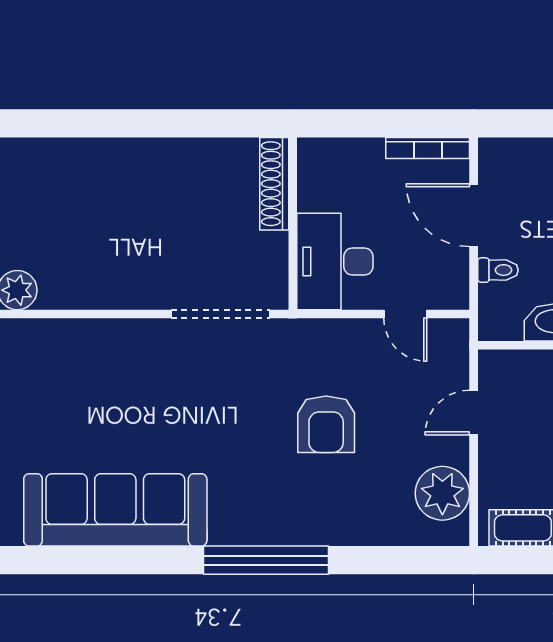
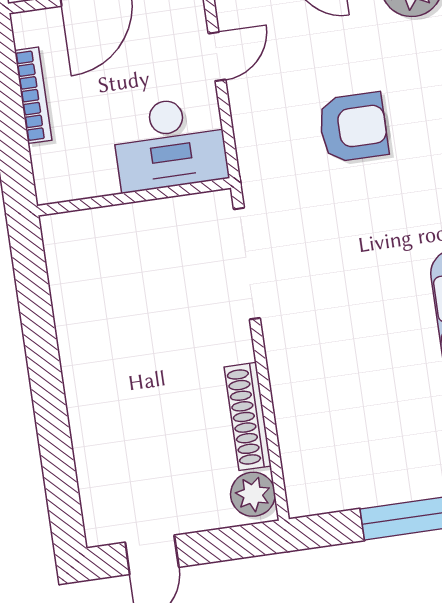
bookcase: (428, 148) -> (33, 95), moved
shoe rack: (274, 184) -> (248, 416), moved, turned 90

